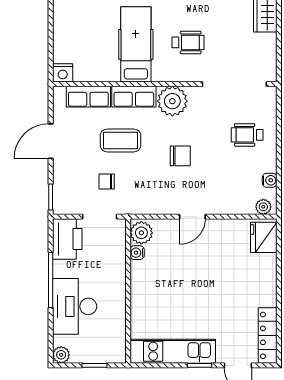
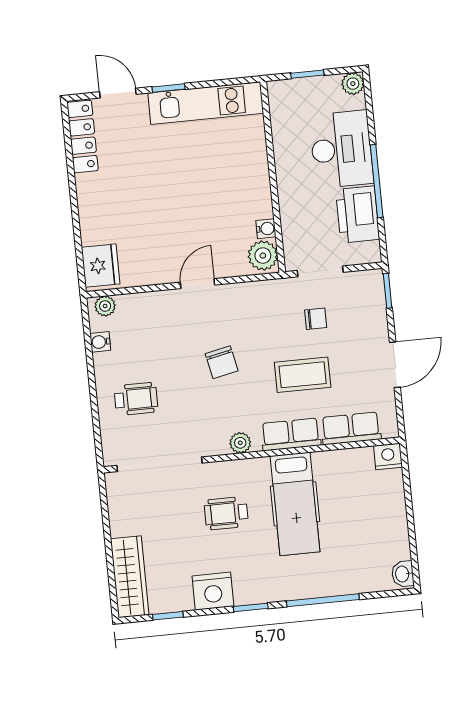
plant: (172, 101) -> (240, 443), width x0.53, depth x0.53
chair: (180, 156) -> (222, 362), turned -102
printer: (67, 239) -> (358, 214), moved

